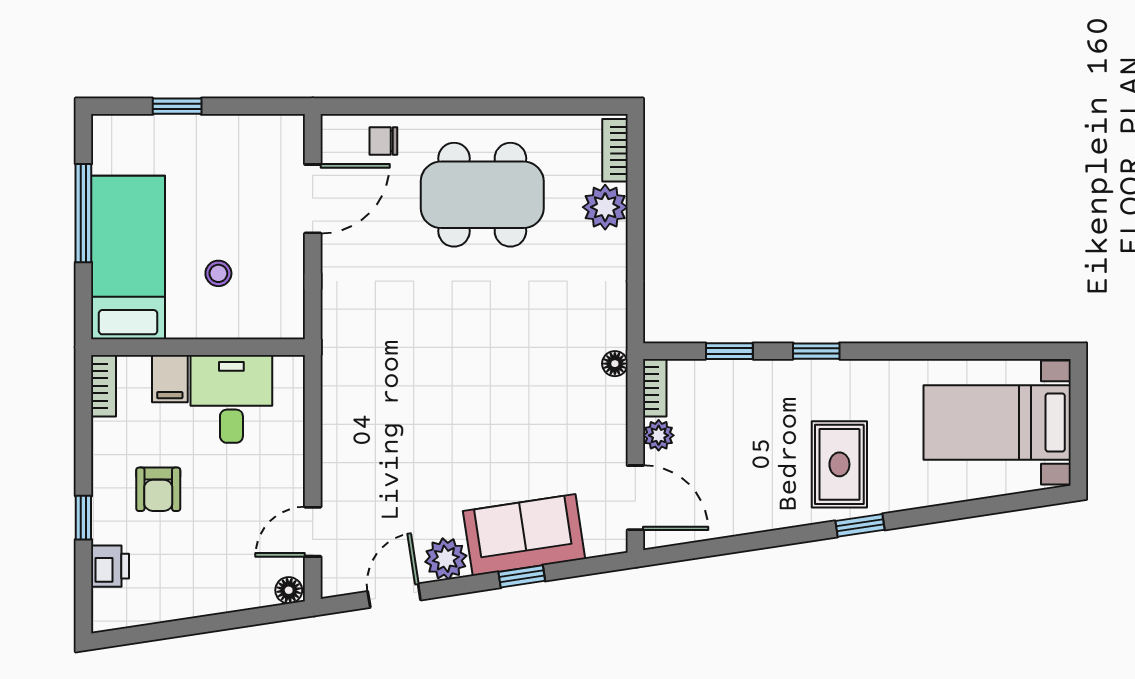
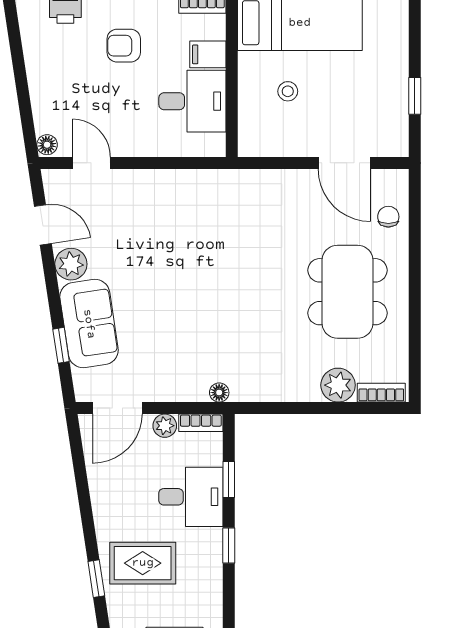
window: (177, 106) -> (415, 96), moved
desk: (752, 401) -> (191, 497), added
window: (522, 576) -> (61, 345), moved

